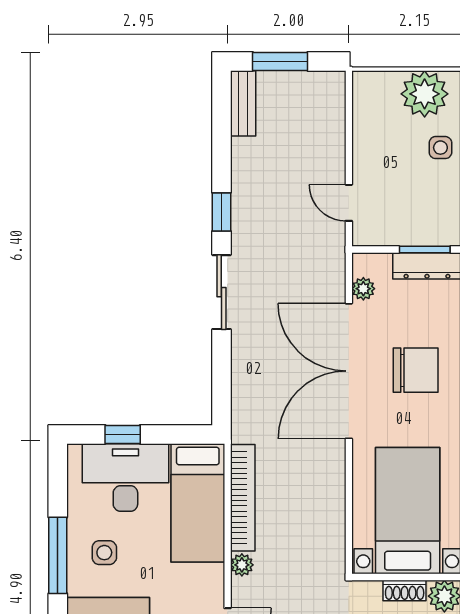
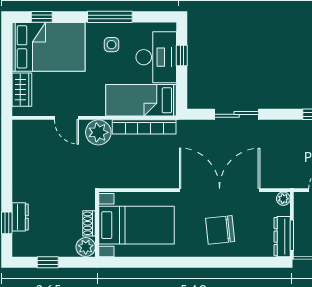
plant: (363, 289) -> (283, 199), moved
sliding door: (221, 292) -> (237, 114), moved
chair: (416, 370) -> (220, 230), turned 84
plant: (242, 565) -> (98, 132), width x1.87, depth x1.87

